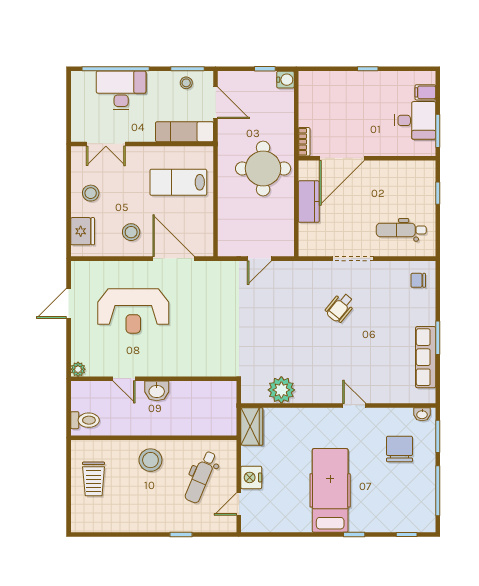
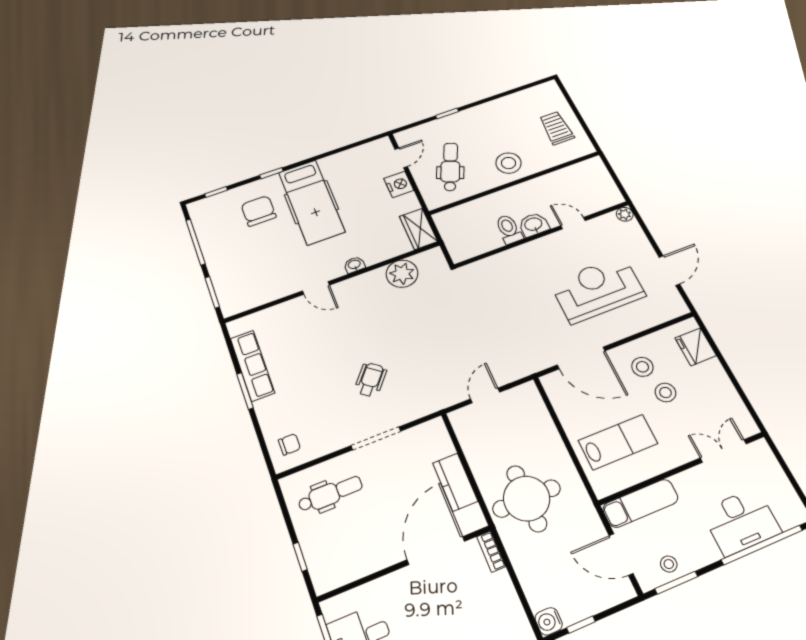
stool: (91, 193) -> (665, 392), moved
washbasin: (422, 414) -> (354, 265), moved
toilet: (85, 420) -> (509, 229), moved, turned 90
chair: (400, 449) -> (259, 211), moved, turned 180

